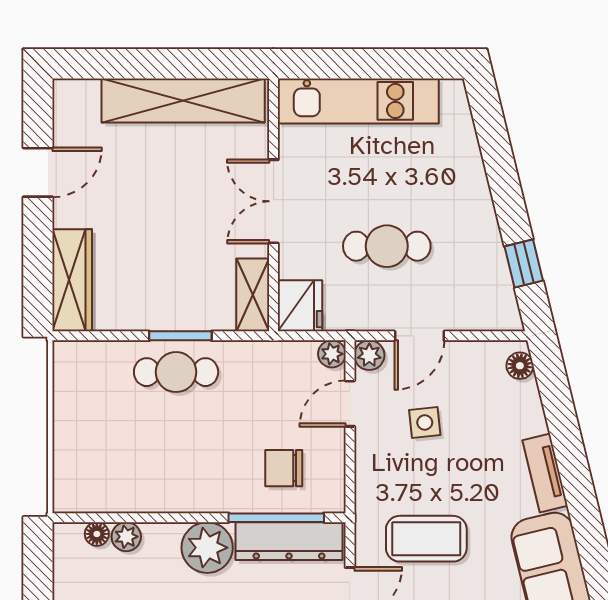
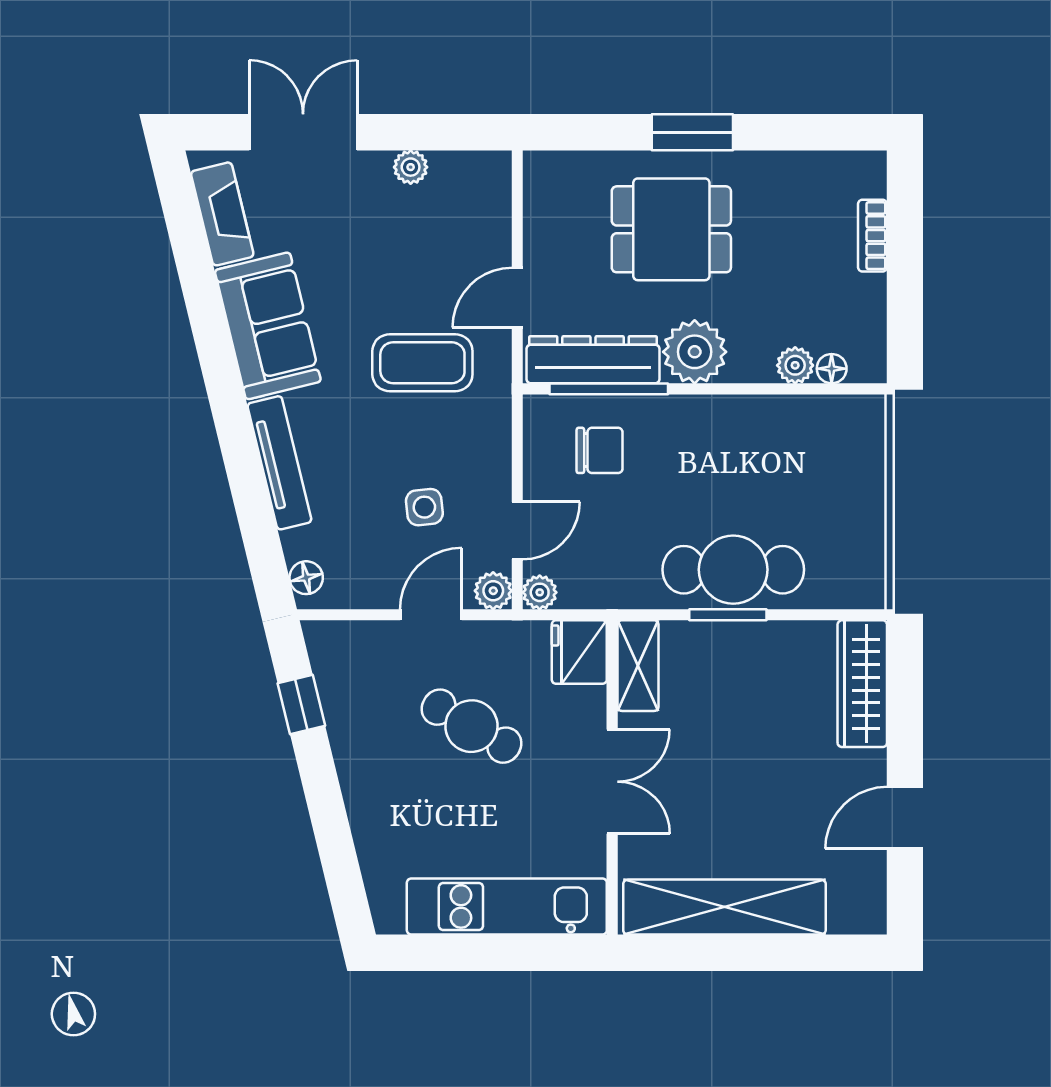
cafe table: (387, 246) -> (471, 726), turned 30
cafe table: (176, 372) -> (733, 570), width x1.37, depth x1.35
tv unit: (545, 473) -> (279, 463), width x1.41

